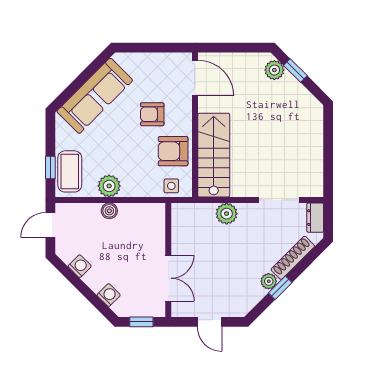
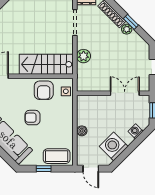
armchair: (152, 114) -> (32, 118), moved, turned 90
window: (50, 167) -> (44, 169), moved
plant: (109, 186) -> (66, 131), removed
washing machine: (80, 266) -> (114, 146), width x1.89, depth x1.89

